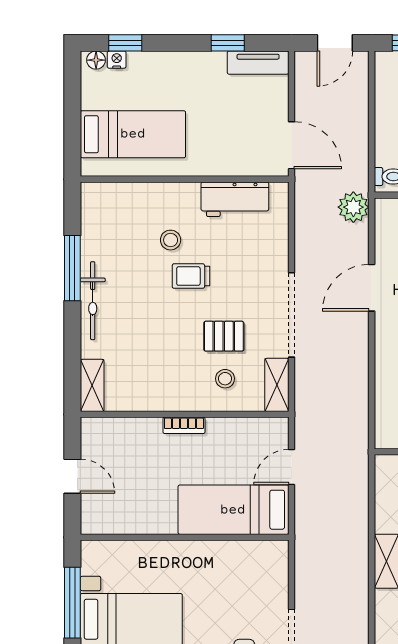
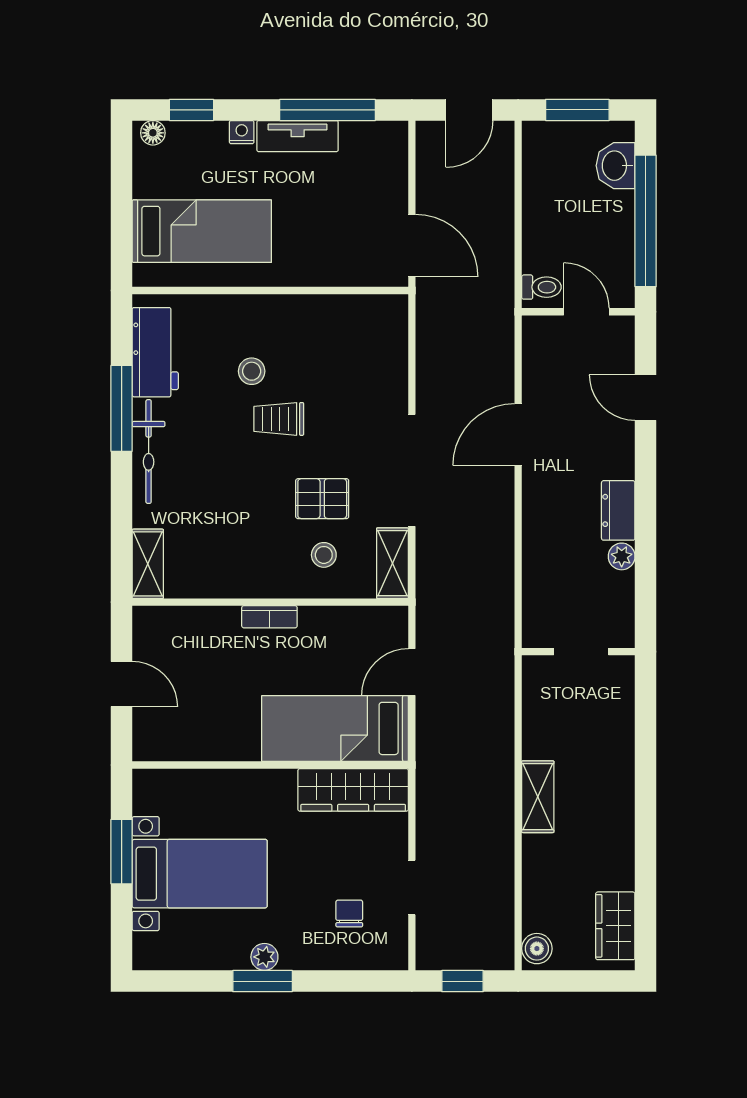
window: (228, 43) -> (328, 110), width x2.17
nightstand: (117, 60) -> (242, 132), moved
tv unit: (258, 63) -> (298, 136), moved
workbench: (235, 199) -> (155, 352), moved, turned -90
plant: (353, 207) -> (494, 328), removed
wardrobe: (247, 556) -> (353, 790), added
window: (72, 603) -> (122, 852), width x0.69

